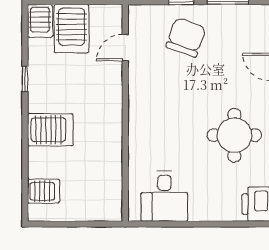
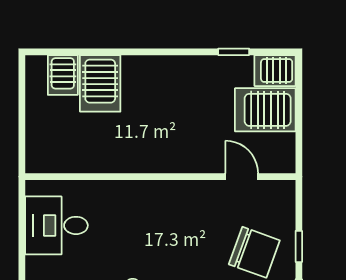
window: (25, 79) -> (234, 52), moved
server rack: (50, 130) -> (100, 83), moved

